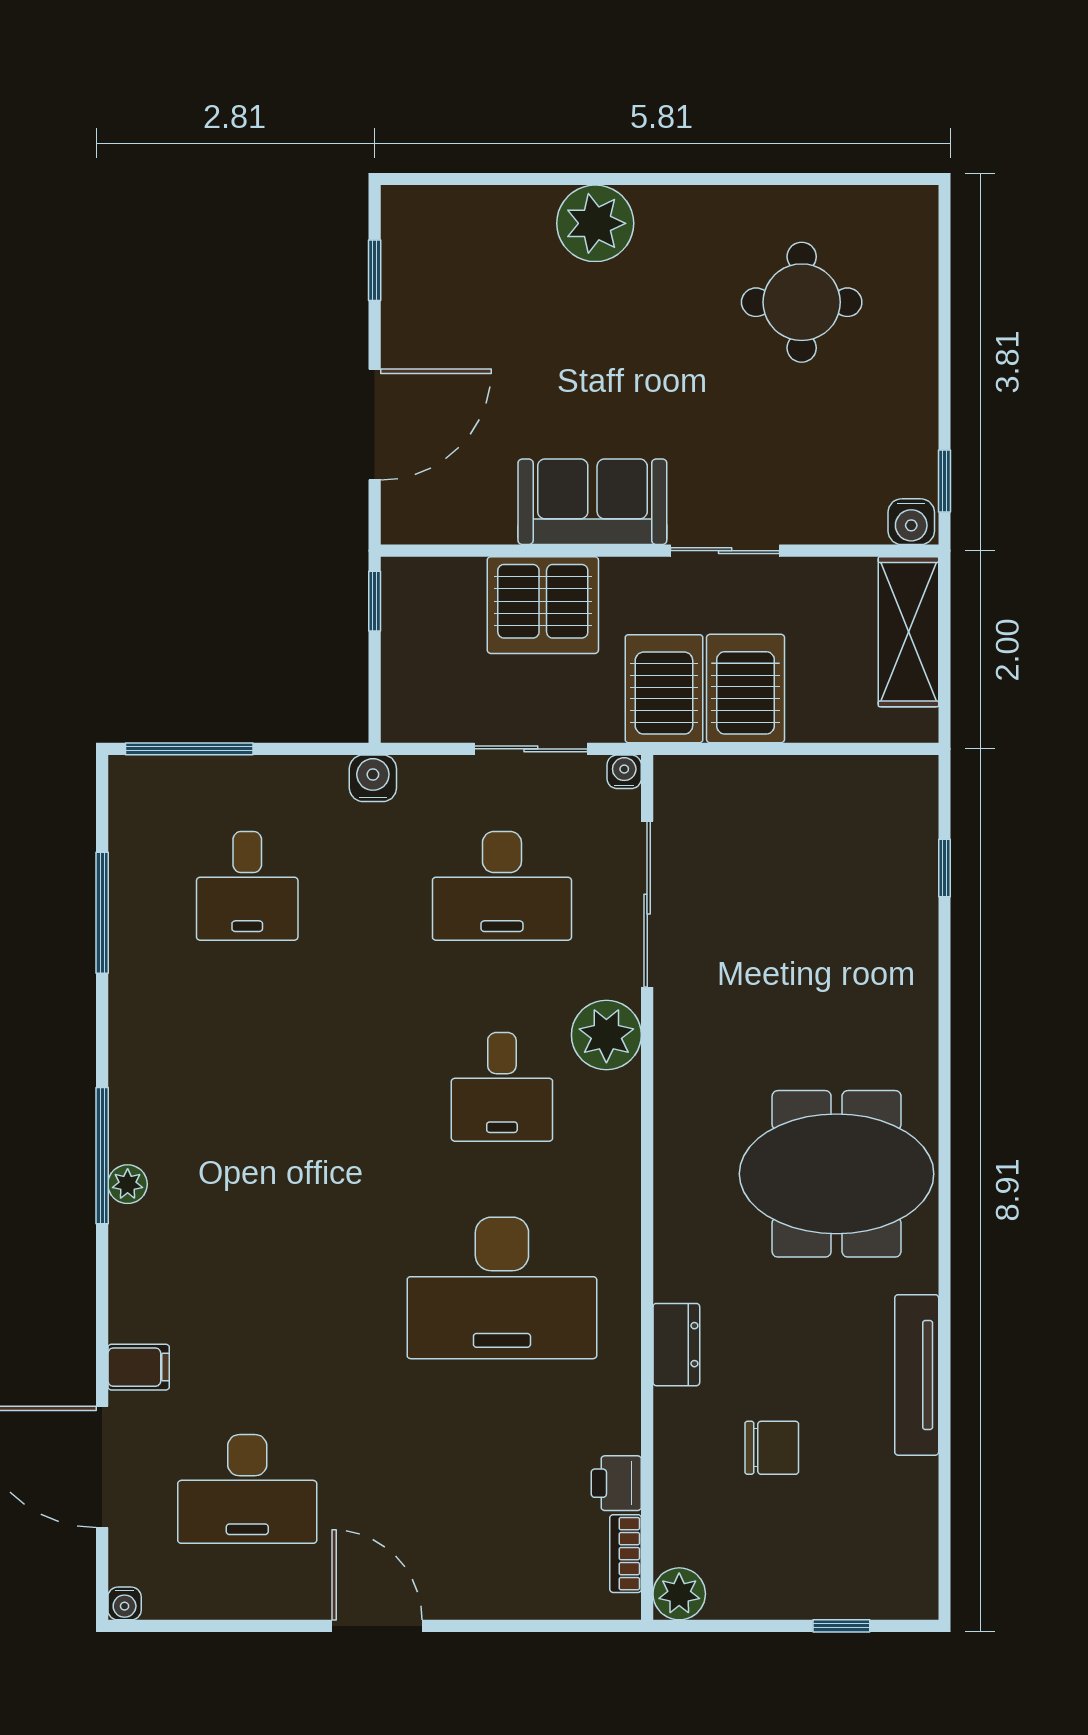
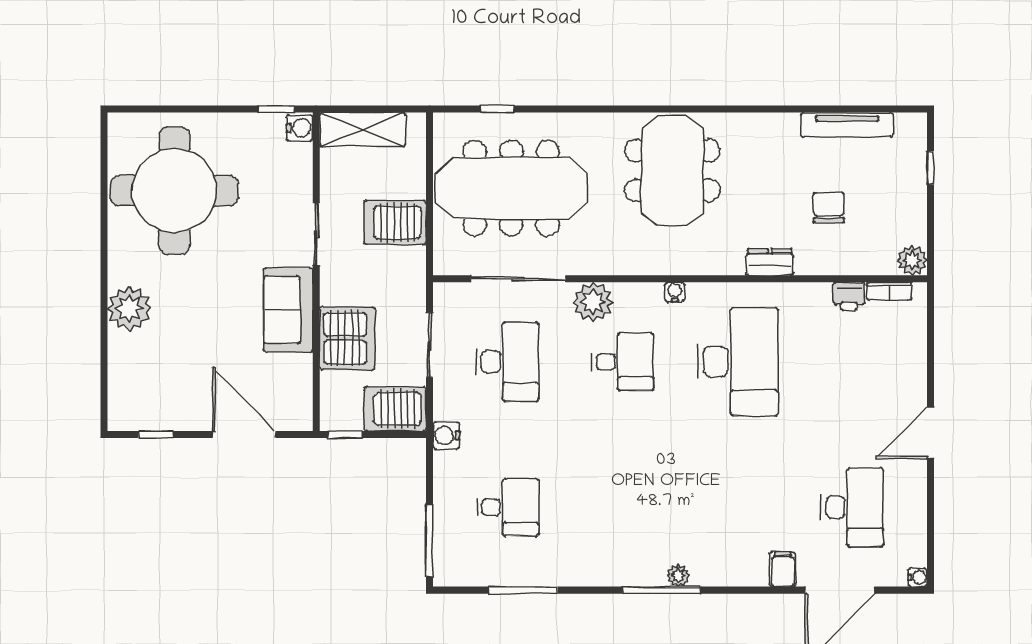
round table: (802, 302) -> (174, 191), width x1.86, depth x1.86
server rack: (664, 689) -> (395, 409), moved
water cooler: (624, 772) -> (675, 292), moved, turned 90
meeting table: (806, 892) -> (511, 188), added
tv unit: (917, 1375) -> (847, 125), moved

